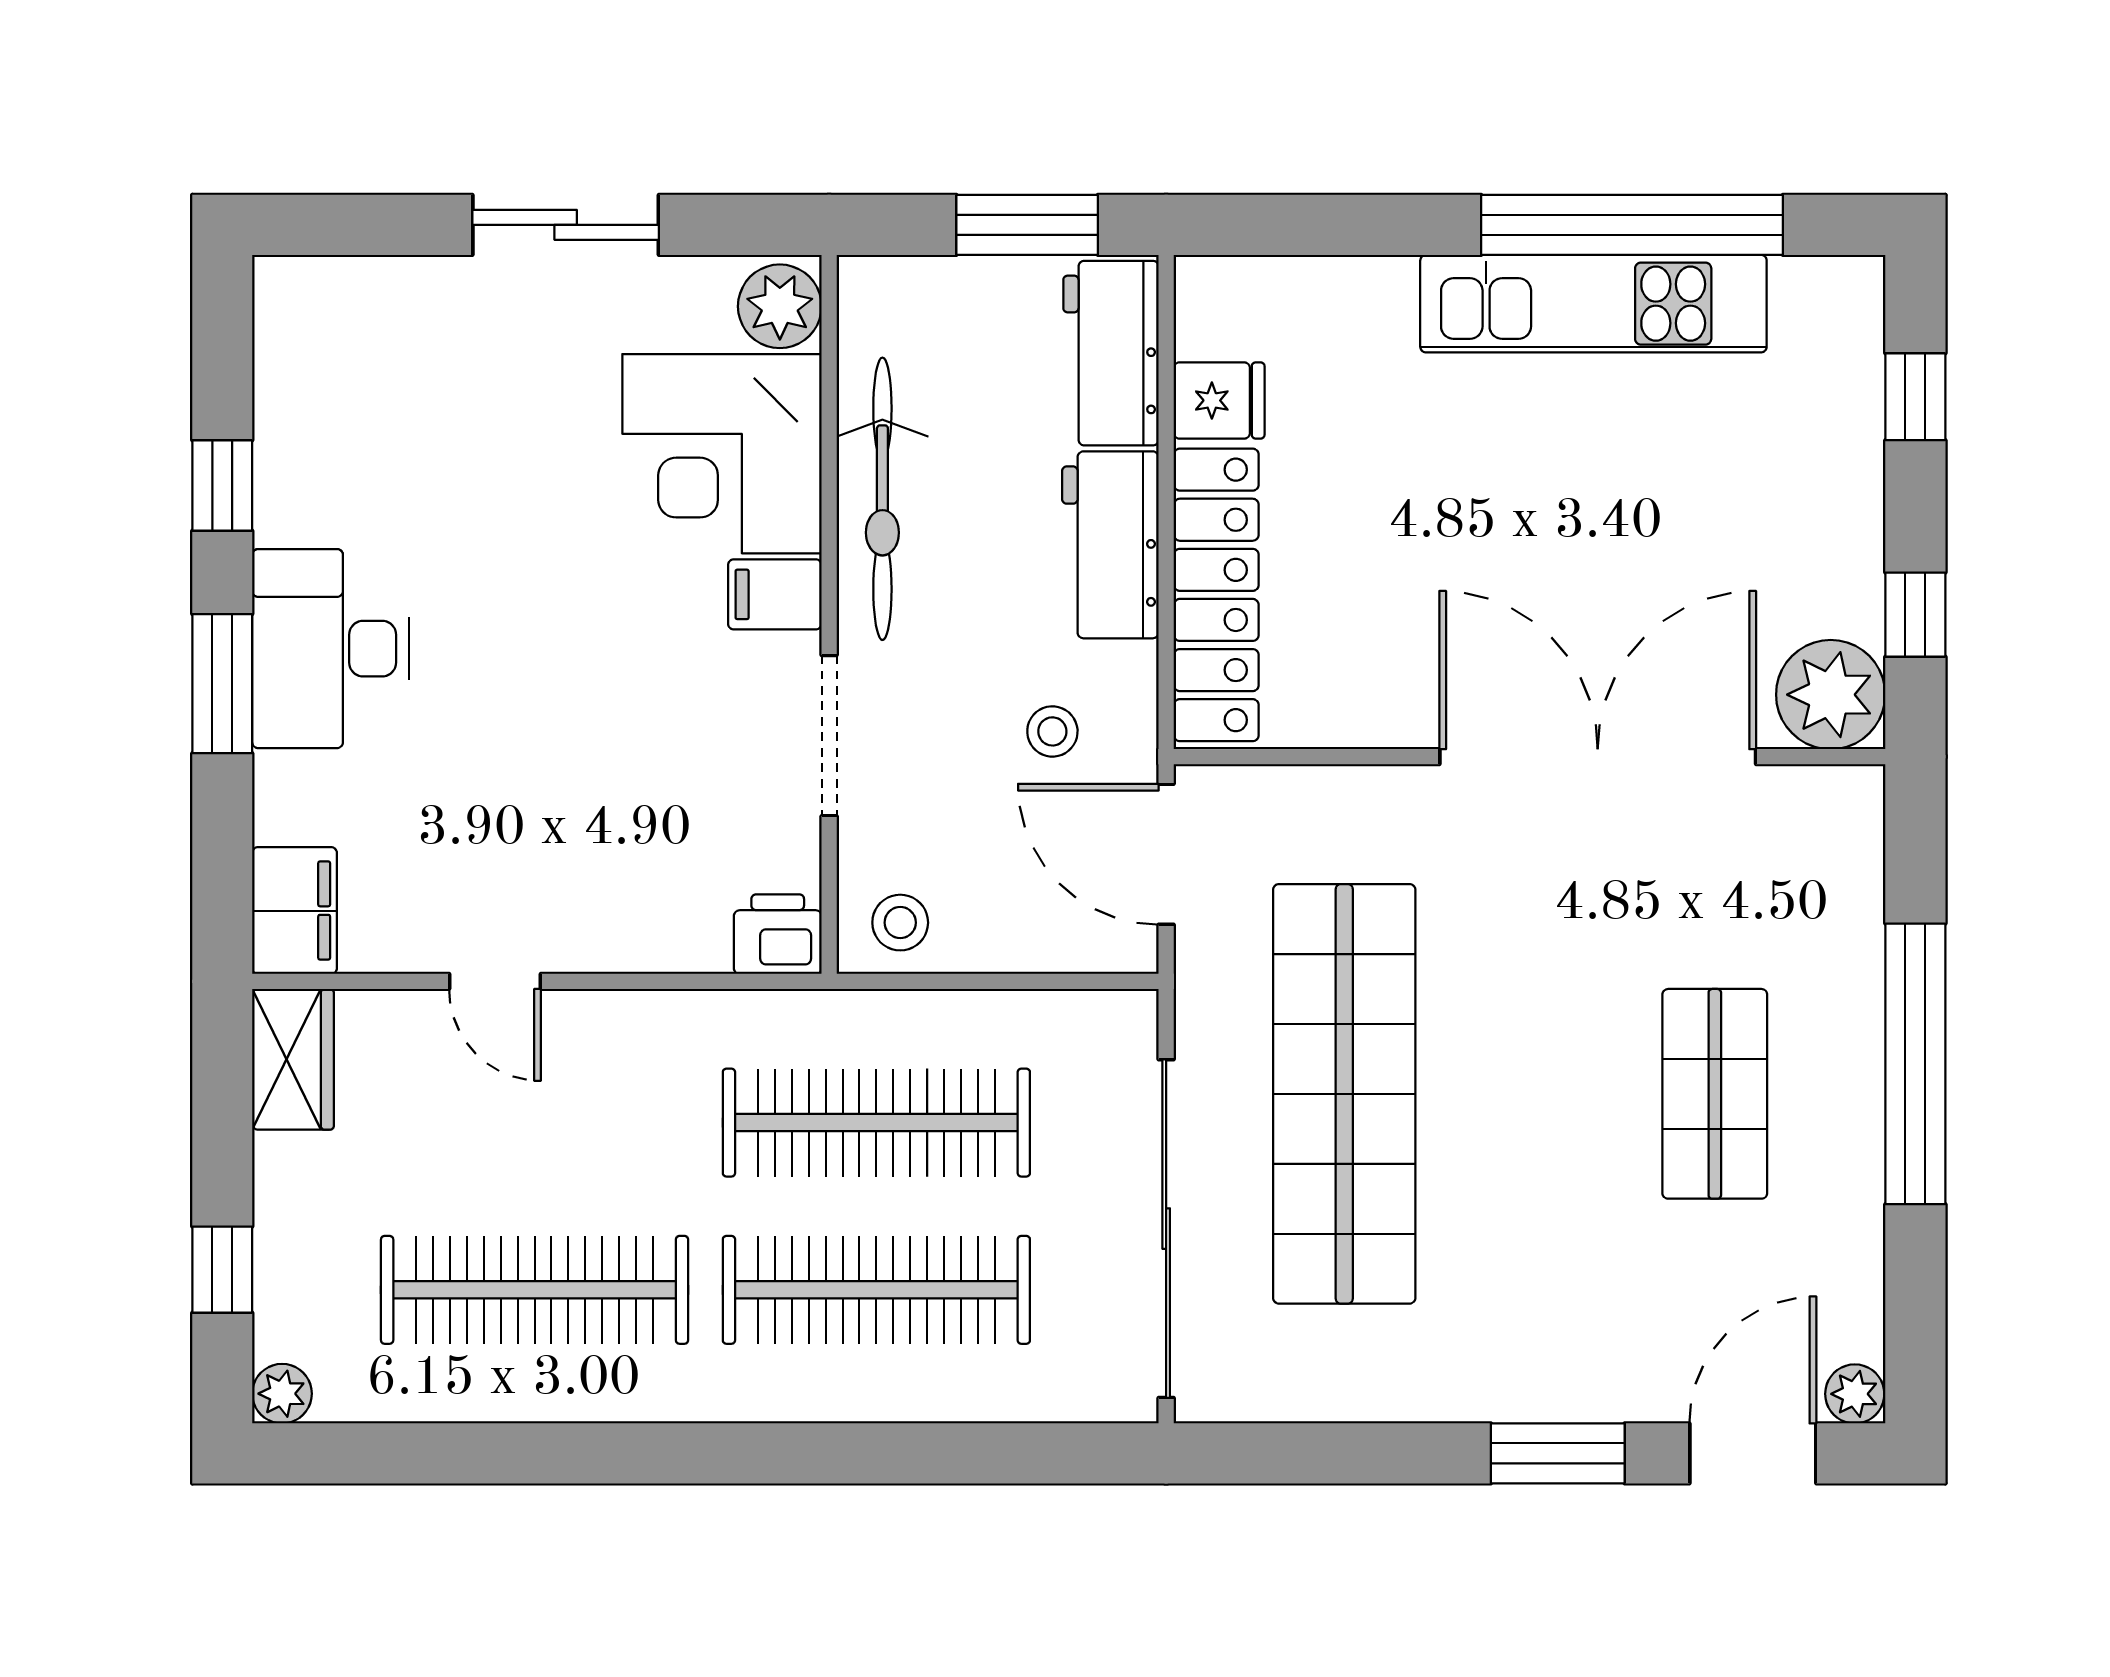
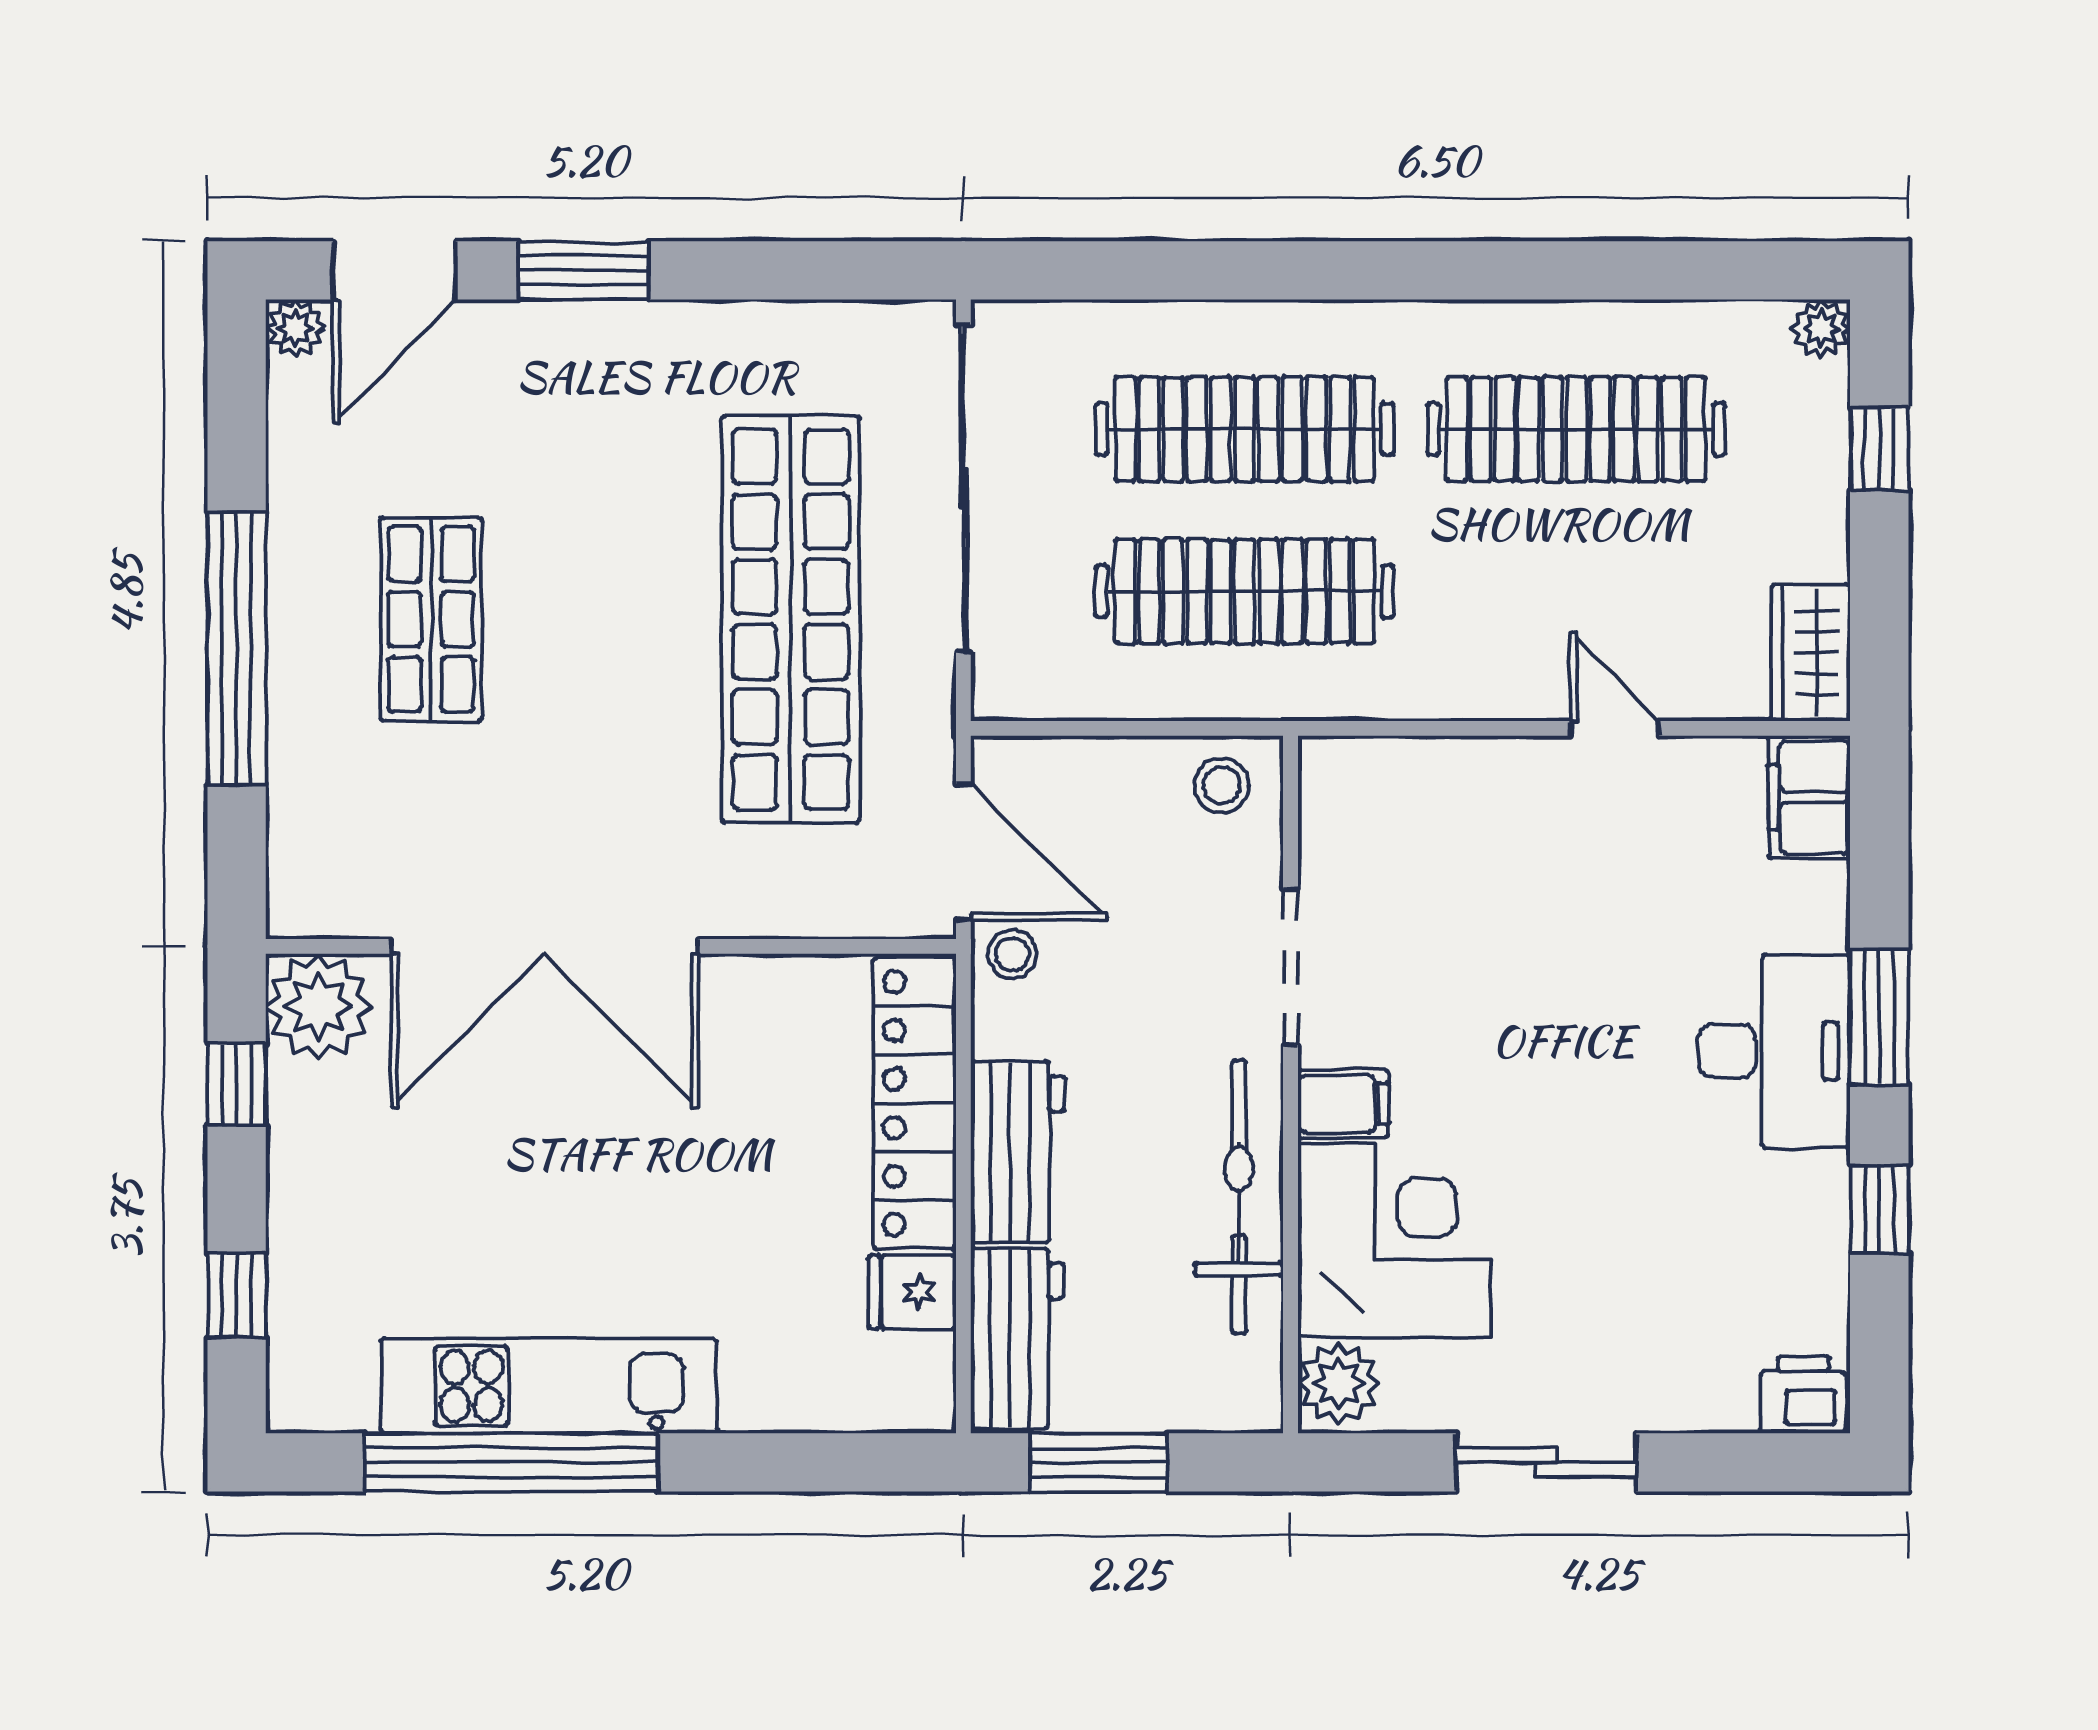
stool: (1052, 731) -> (1012, 954), moved
printer: (778, 934) -> (1803, 1395), moved, turned 180

